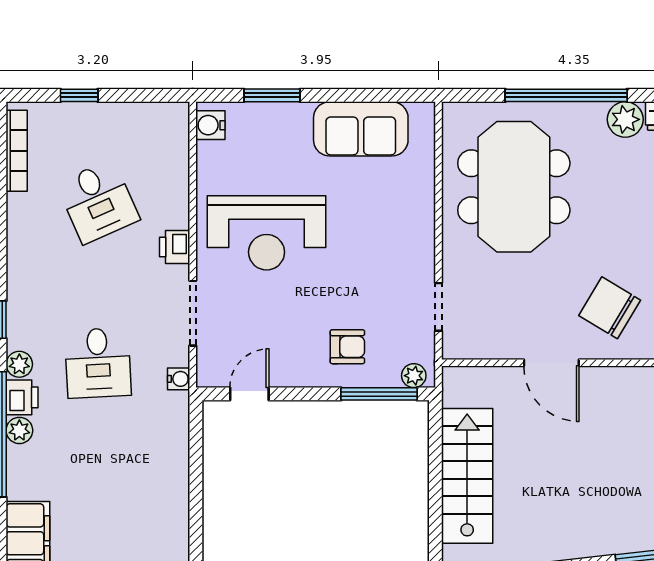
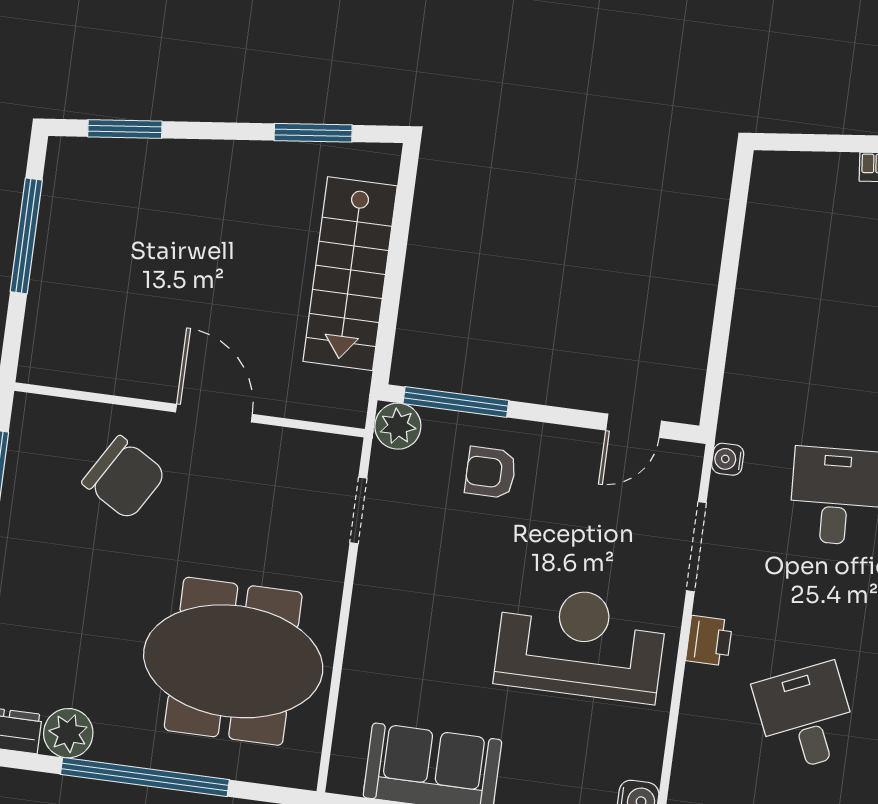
meeting table: (514, 187) -> (233, 661), turned 90
plant: (414, 376) -> (398, 426), width x1.38, depth x1.38

